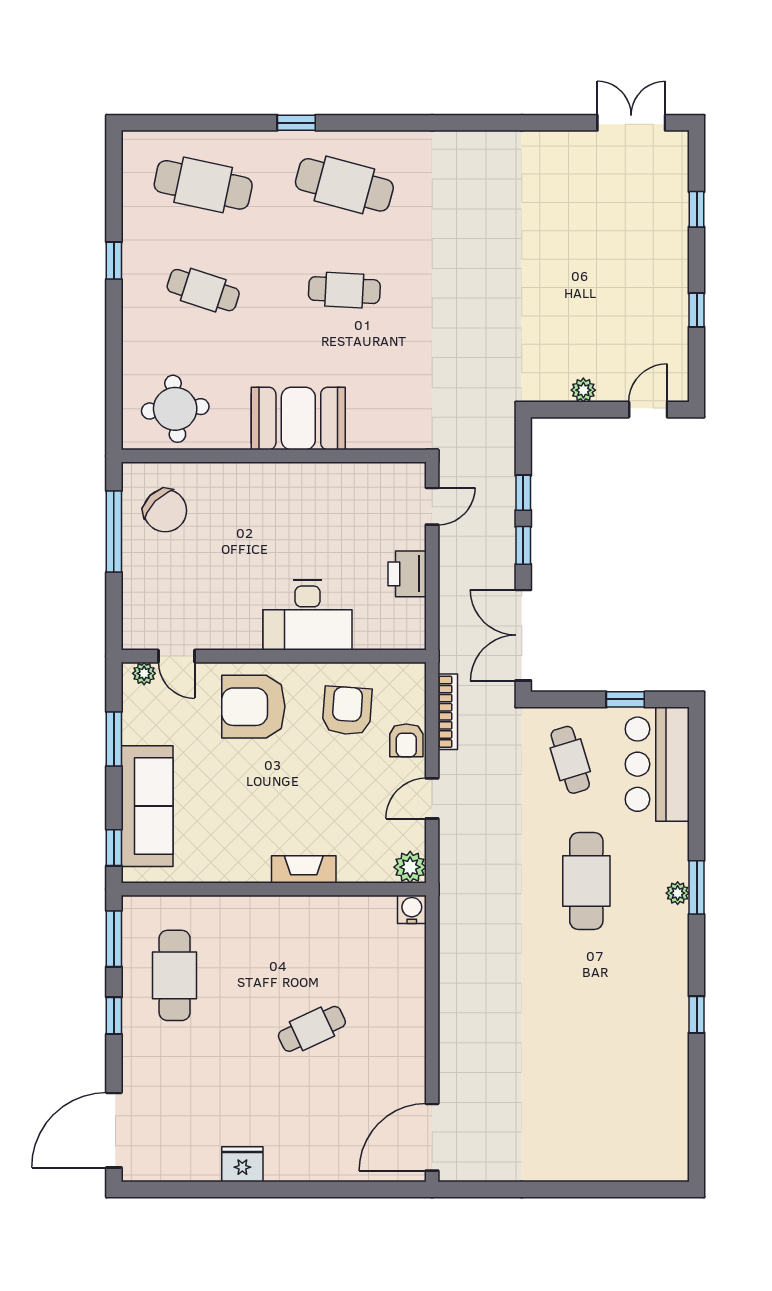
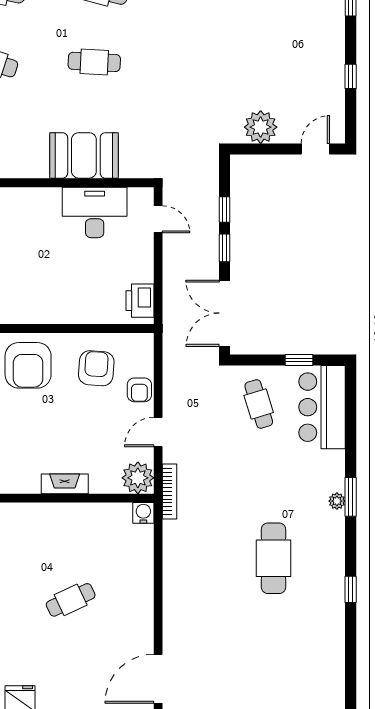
plant: (583, 390) -> (261, 127), width x1.88, depth x1.88
booth: (298, 418) -> (84, 155), moved
door: (432, 506) -> (158, 219), hinge flipped
printer: (407, 574) -> (140, 301), moved
desk: (308, 615) -> (95, 212), moved, turned 180
armchair: (253, 707) -> (28, 365), turned -90
bookcase: (448, 712) -> (170, 491), moved
plant: (410, 867) -> (138, 478), width x1.36, depth x1.36
cafe table: (586, 881) -> (273, 558), moved

